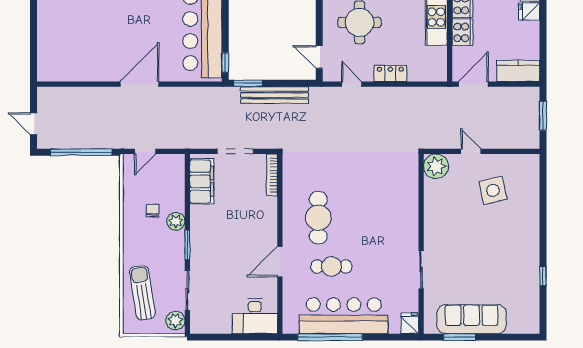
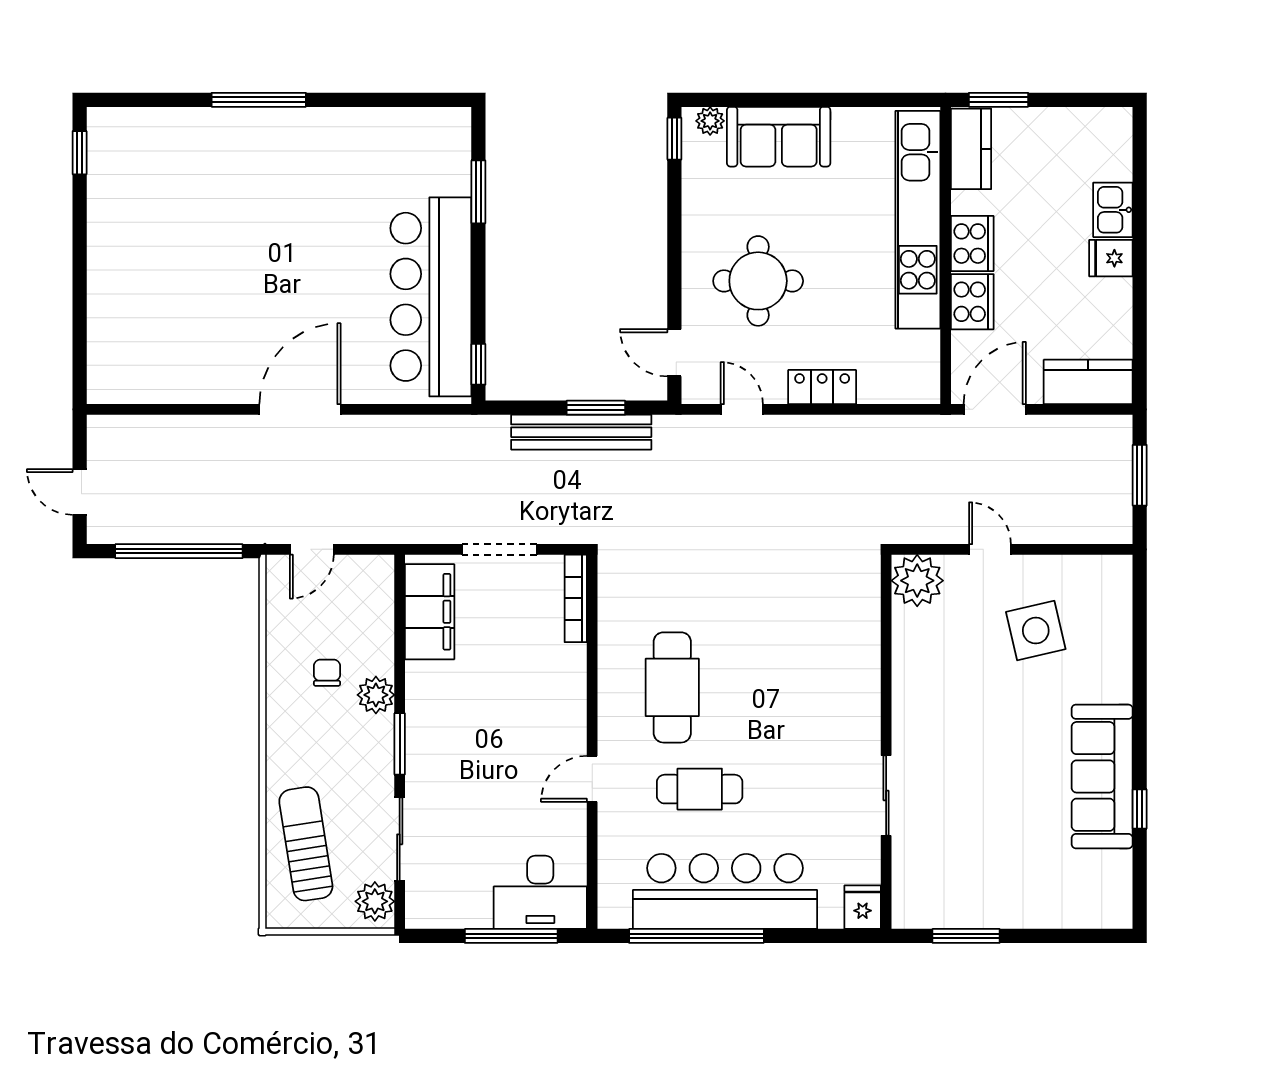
window: (248, 83) -> (596, 408), moved
door: (280, 262) -> (592, 779), width x0.73
sofa: (471, 319) -> (1102, 776), moved, turned -90
window: (241, 337) -> (511, 936), added

